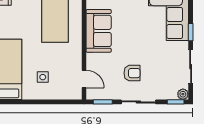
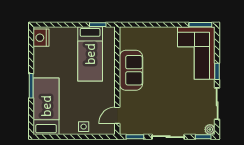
armchair: (132, 73) -> (162, 110), removed
side table: (43, 77) -> (84, 127), moved
door: (84, 79) -> (117, 115), swing flipped

